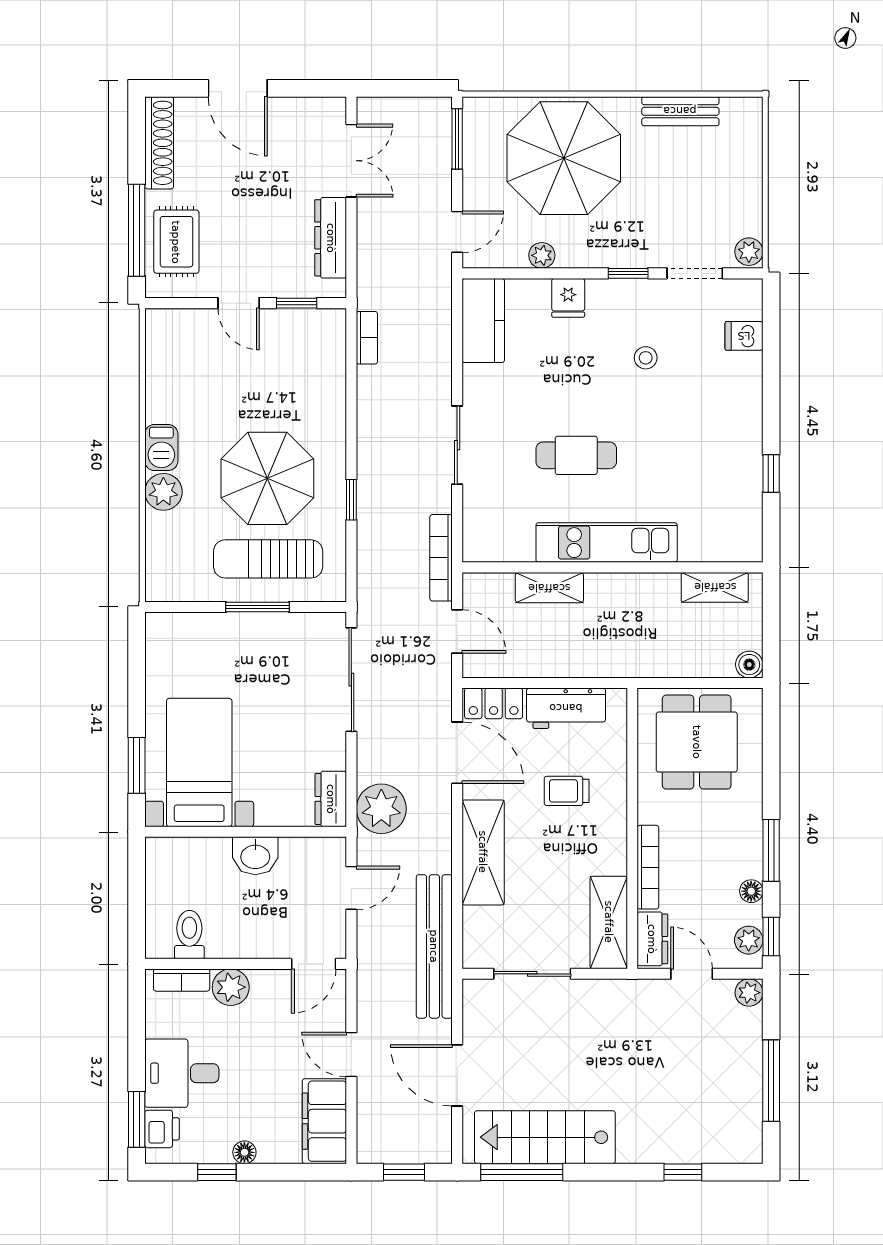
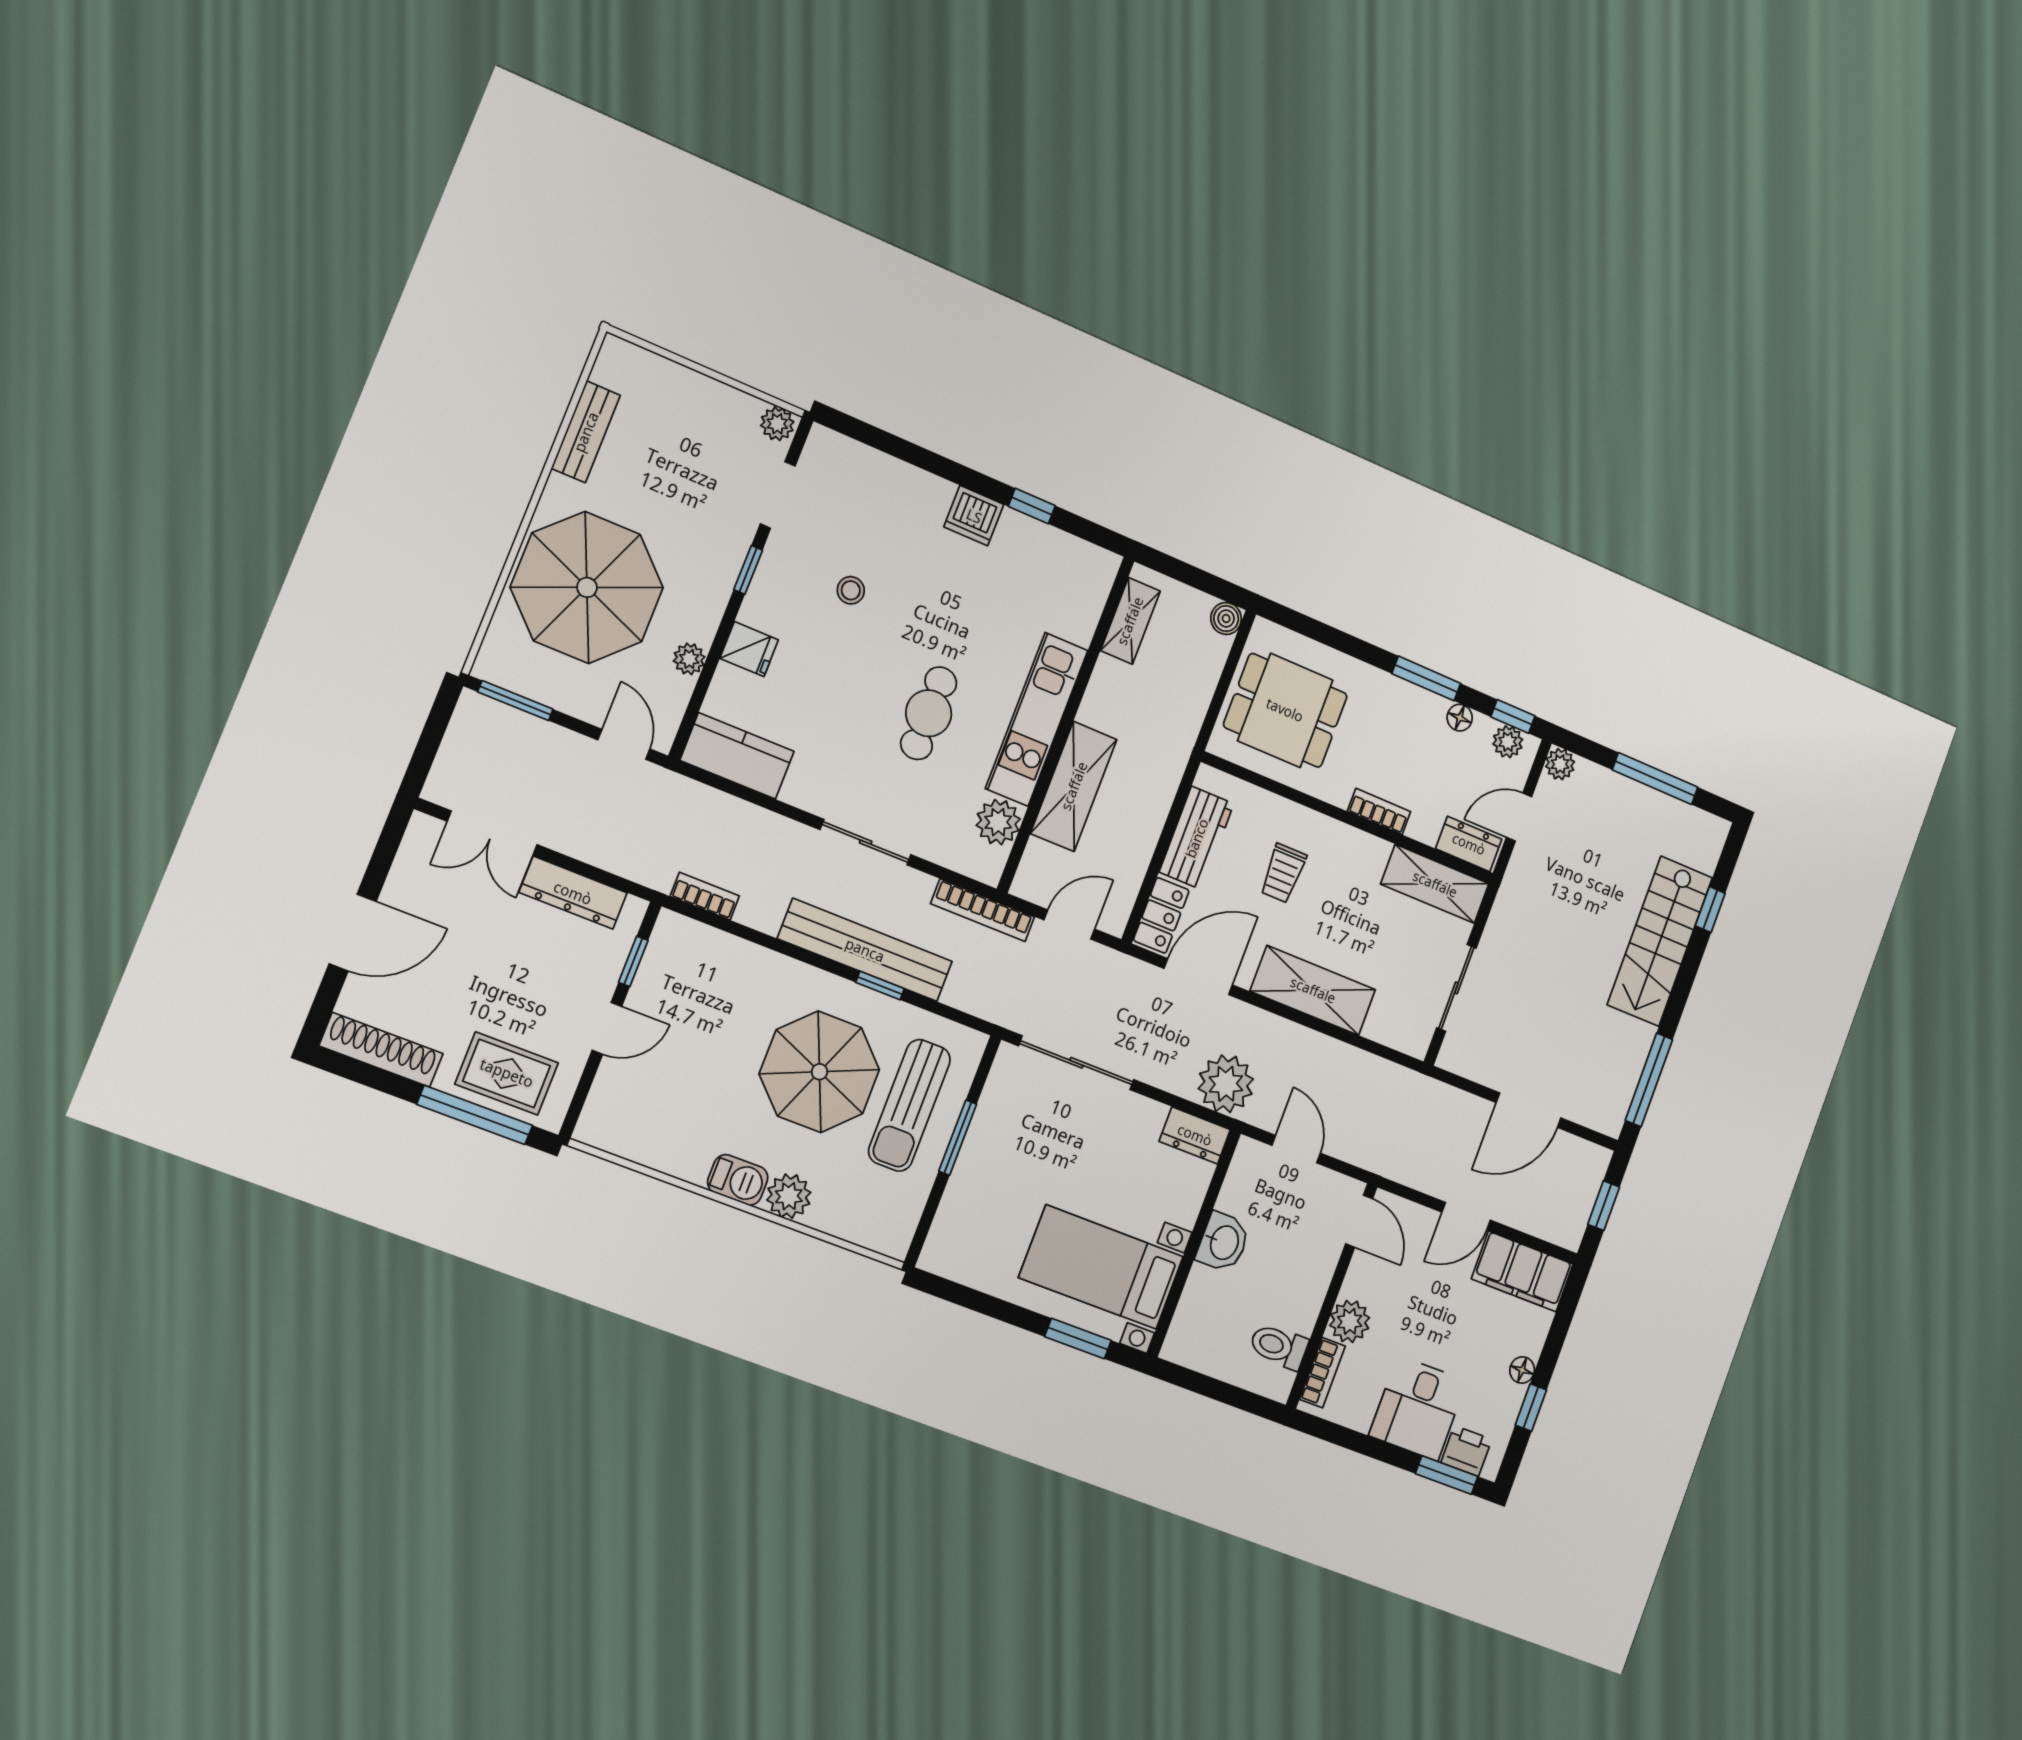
double door: (351, 161) -> (492, 833), swing flipped
dishwasher: (744, 336) -> (974, 516), moved, width x1.38
plant: (514, 543) -> (998, 822), added
shelving: (549, 588) -> (1074, 786), width x1.50, depth x1.33
bookcase: (648, 867) -> (1379, 811), width x0.64
bench: (434, 946) -> (865, 950), moved
stairs: (545, 1137) -> (1660, 941), moved

